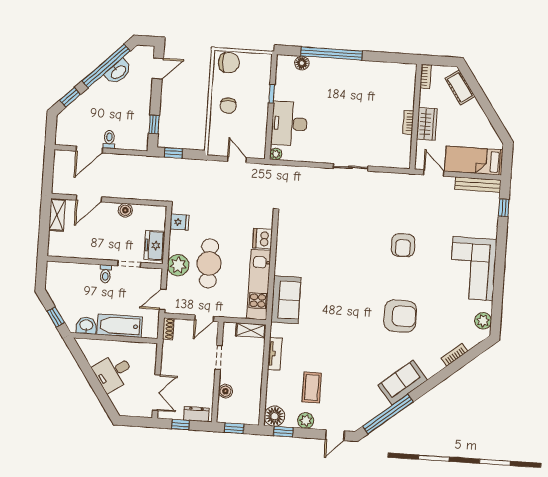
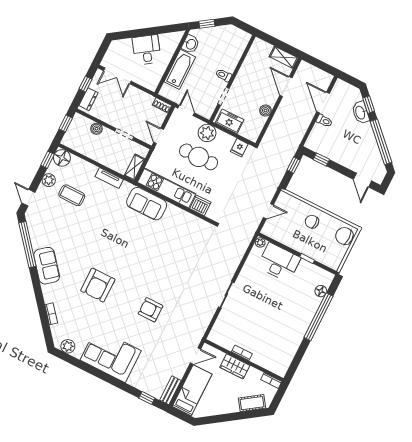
chair: (229, 63) -> (344, 236), turned 90
washbasin: (118, 72) -> (361, 113), moved
bench: (478, 185) -> (170, 390), width x0.73

